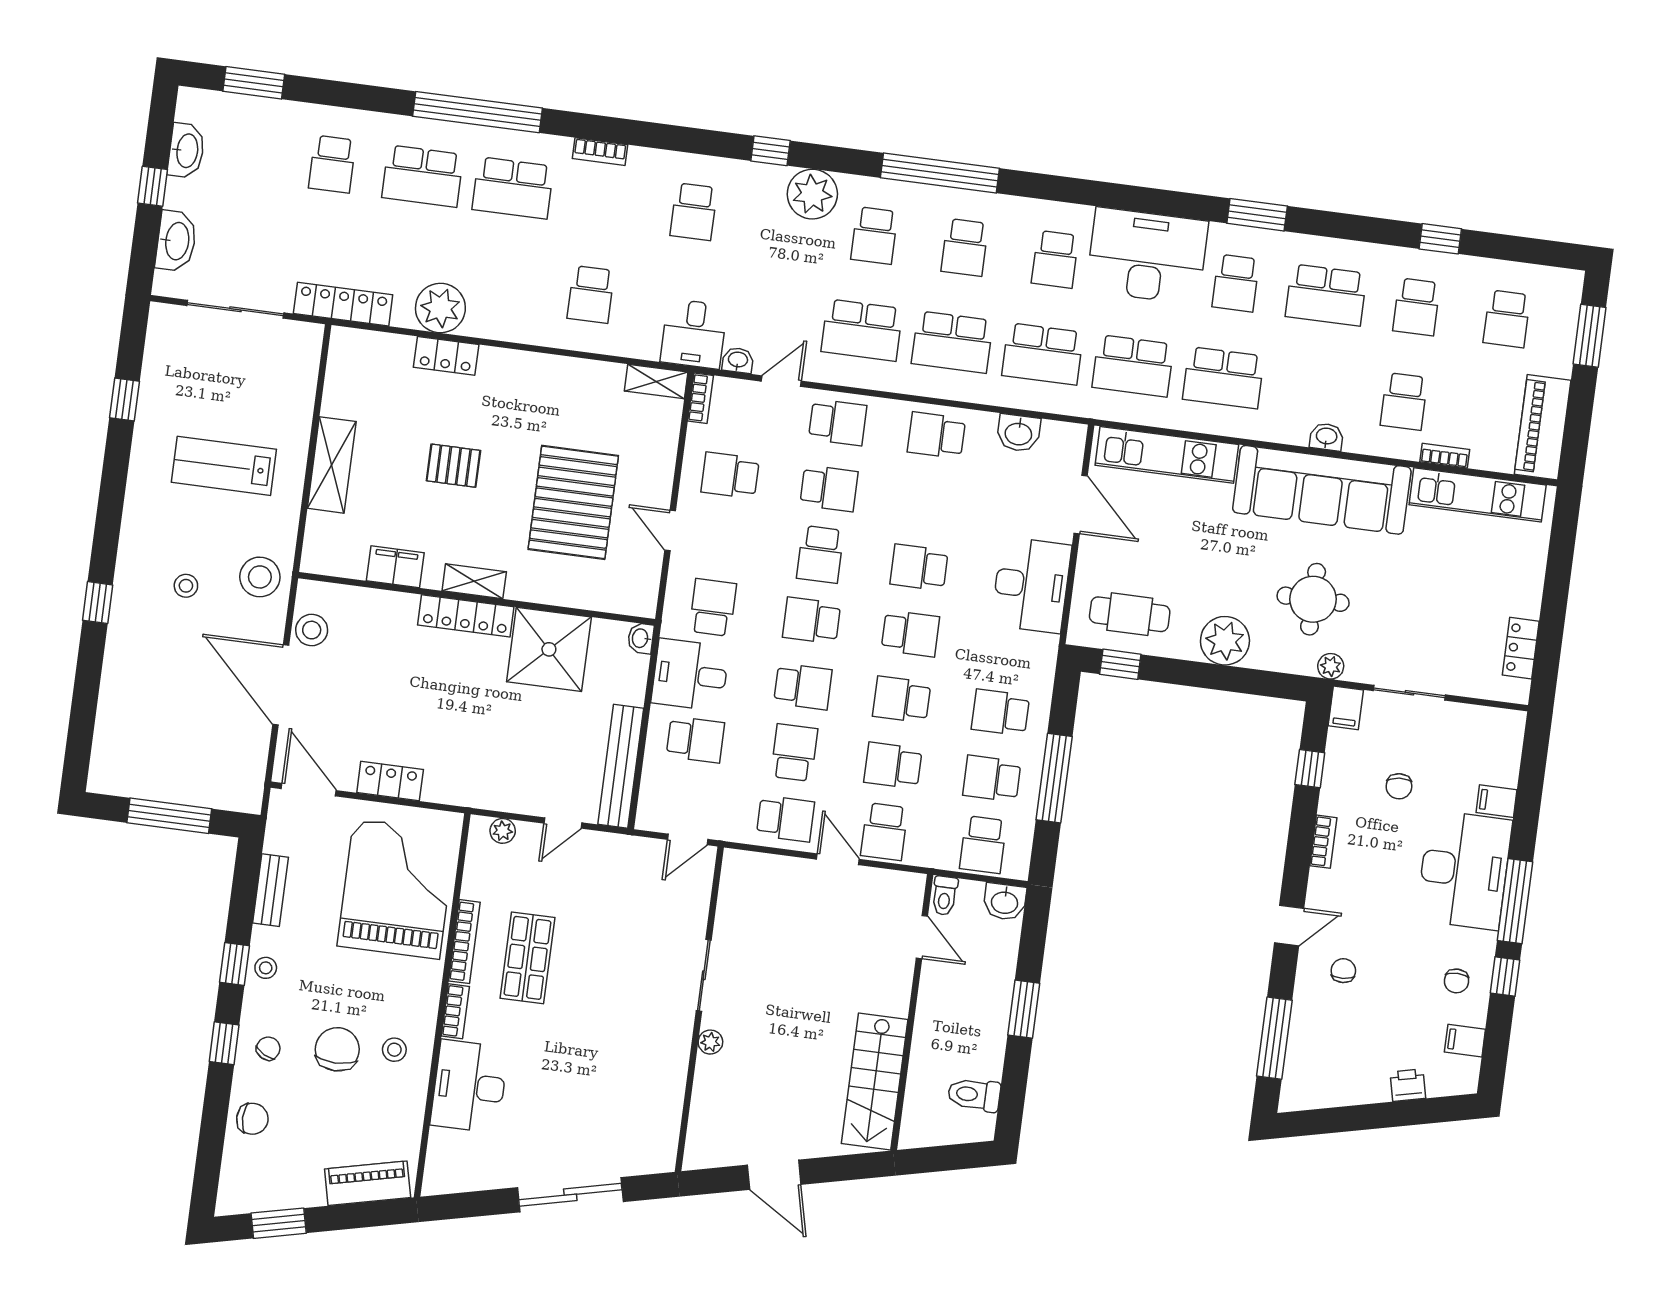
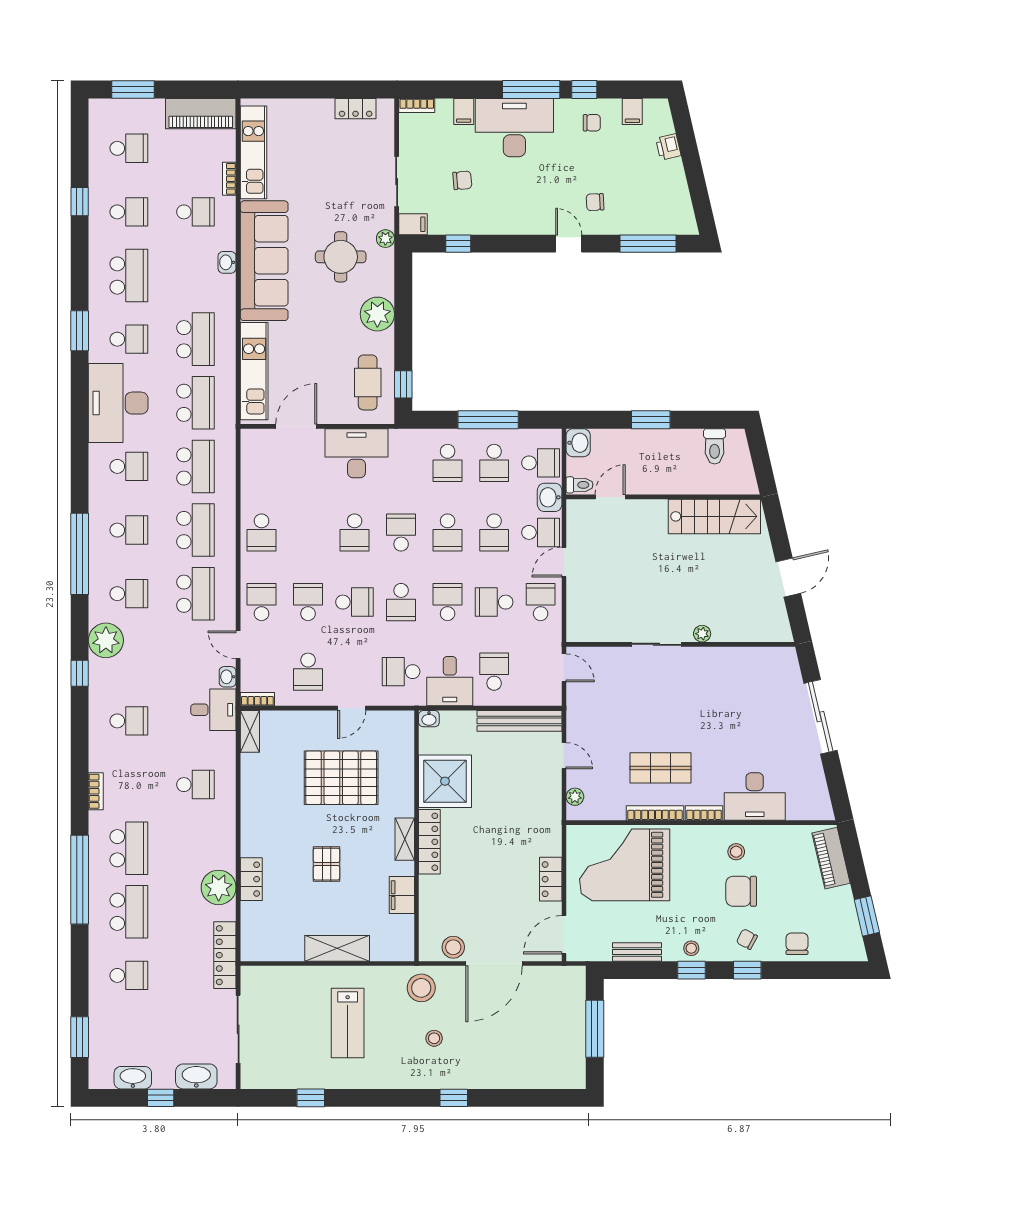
washbasin: (1019, 433) -> (550, 497), moved, turned 180
bookcase: (1323, 842) -> (417, 106), moved, turned 180

